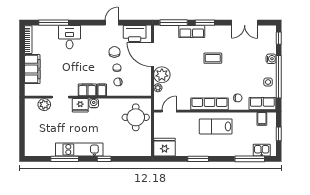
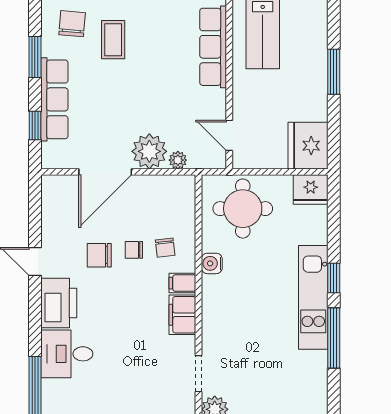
window: (174, 23) -> (35, 126), width x0.46
row of seats: (192, 31) -> (54, 99), width x1.48
printer: (135, 33) -> (59, 303), moved
chair: (220, 40) -> (72, 24), added
water cooler: (94, 103) -> (212, 263), moved
fridge: (80, 105) -> (311, 190), moved, turned 90
kitchen unit: (79, 149) -> (313, 297), moved
window: (65, 159) -> (334, 338), moved

